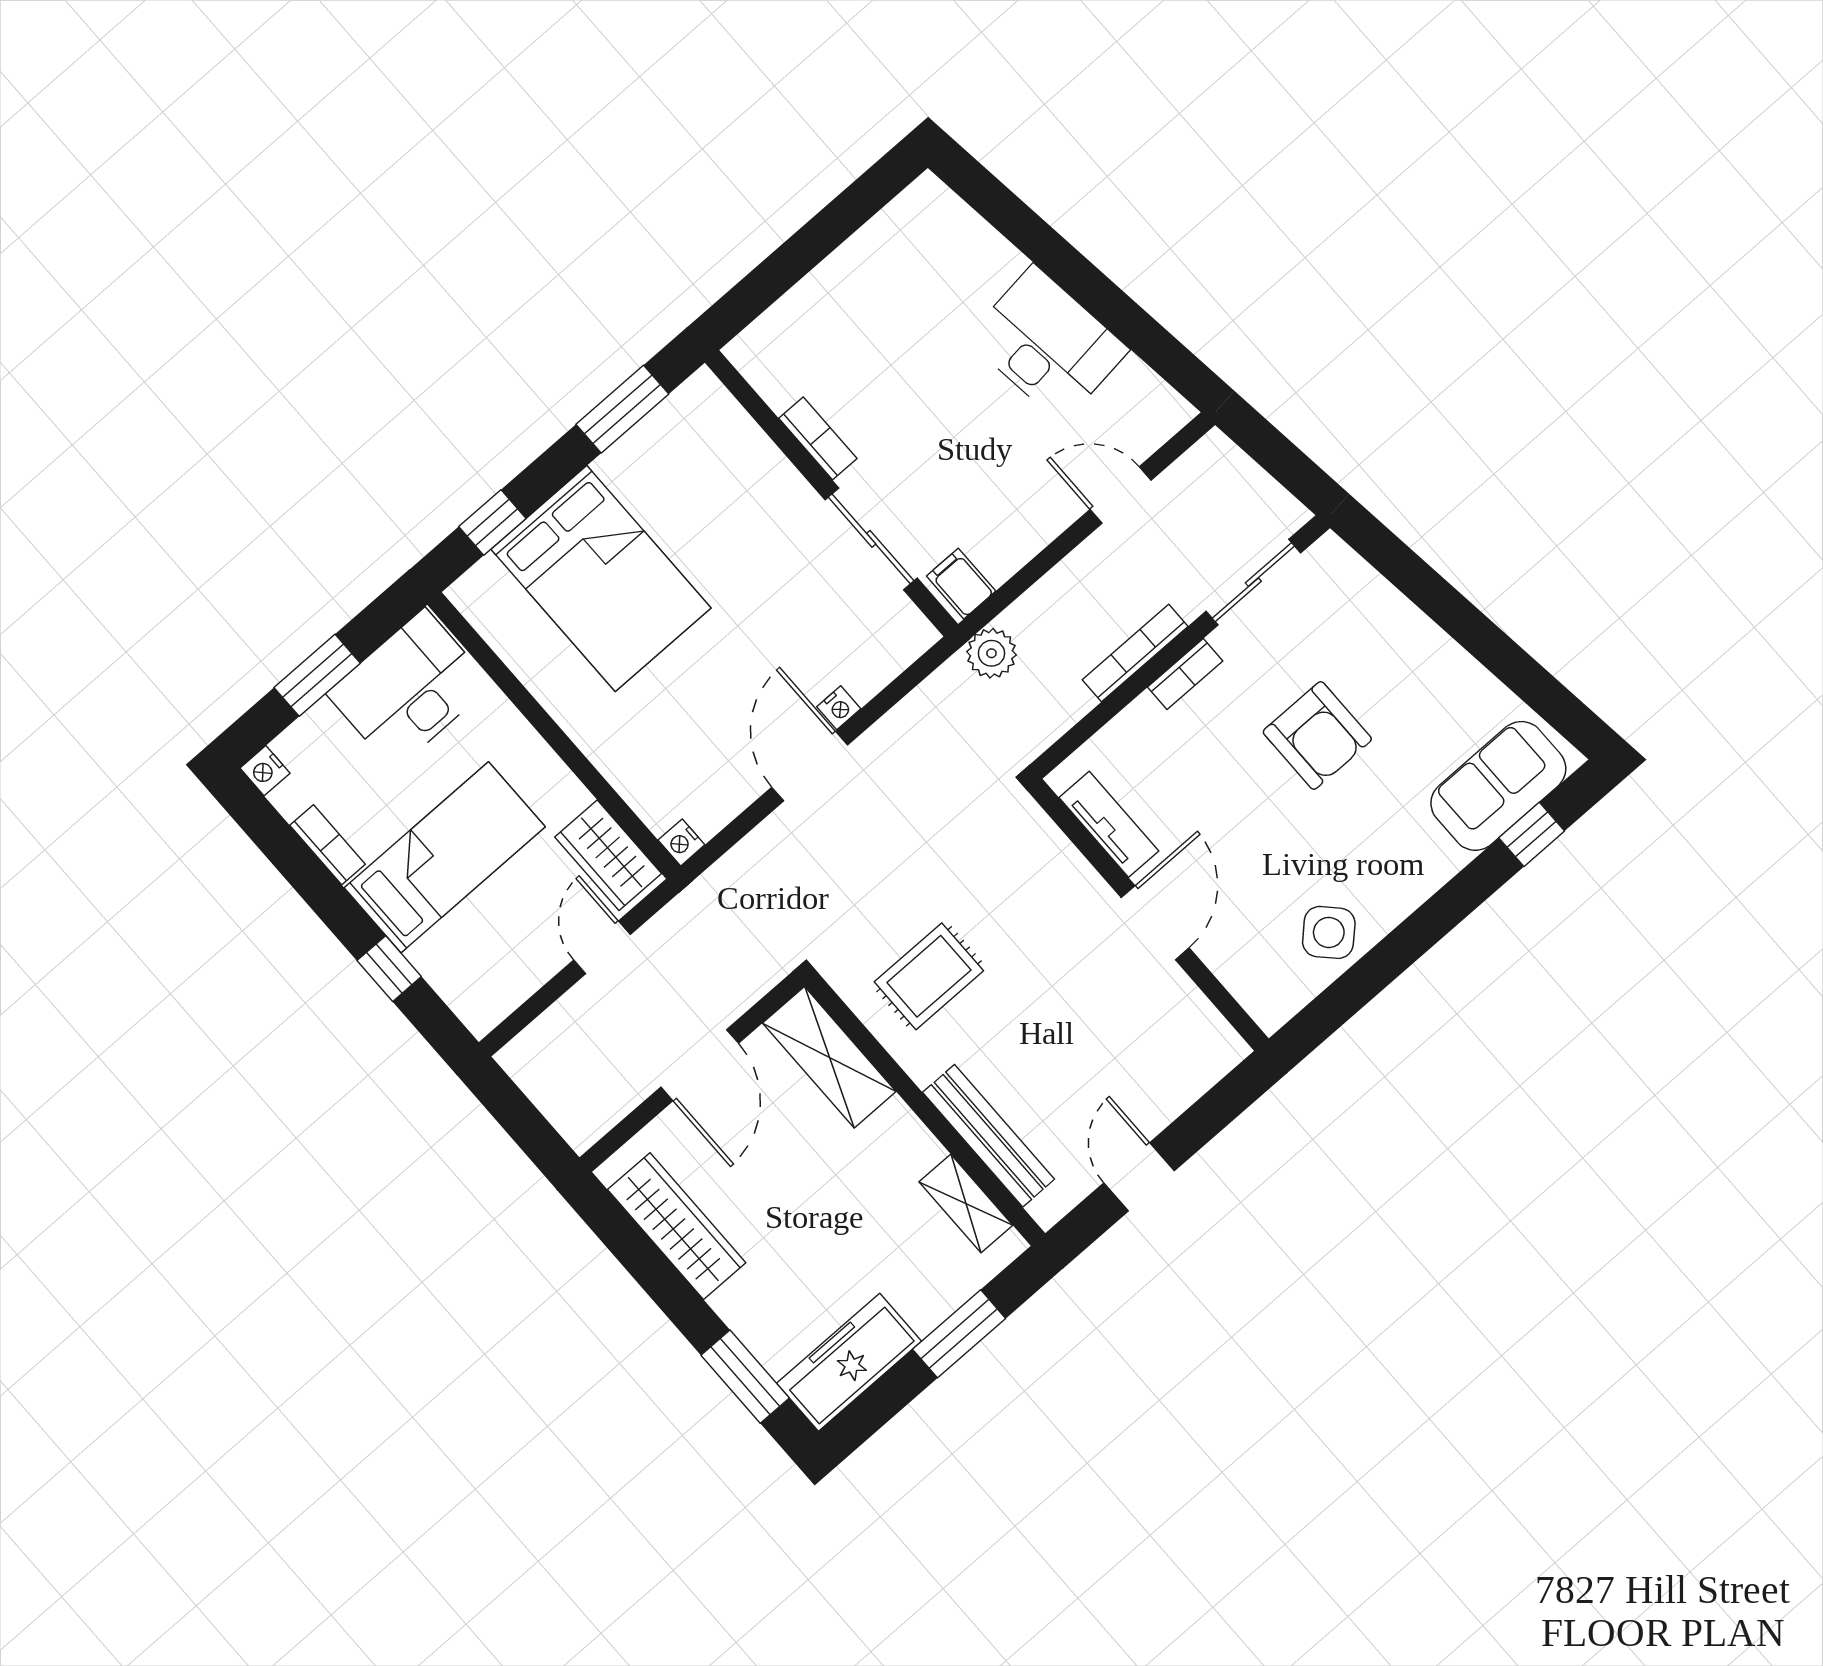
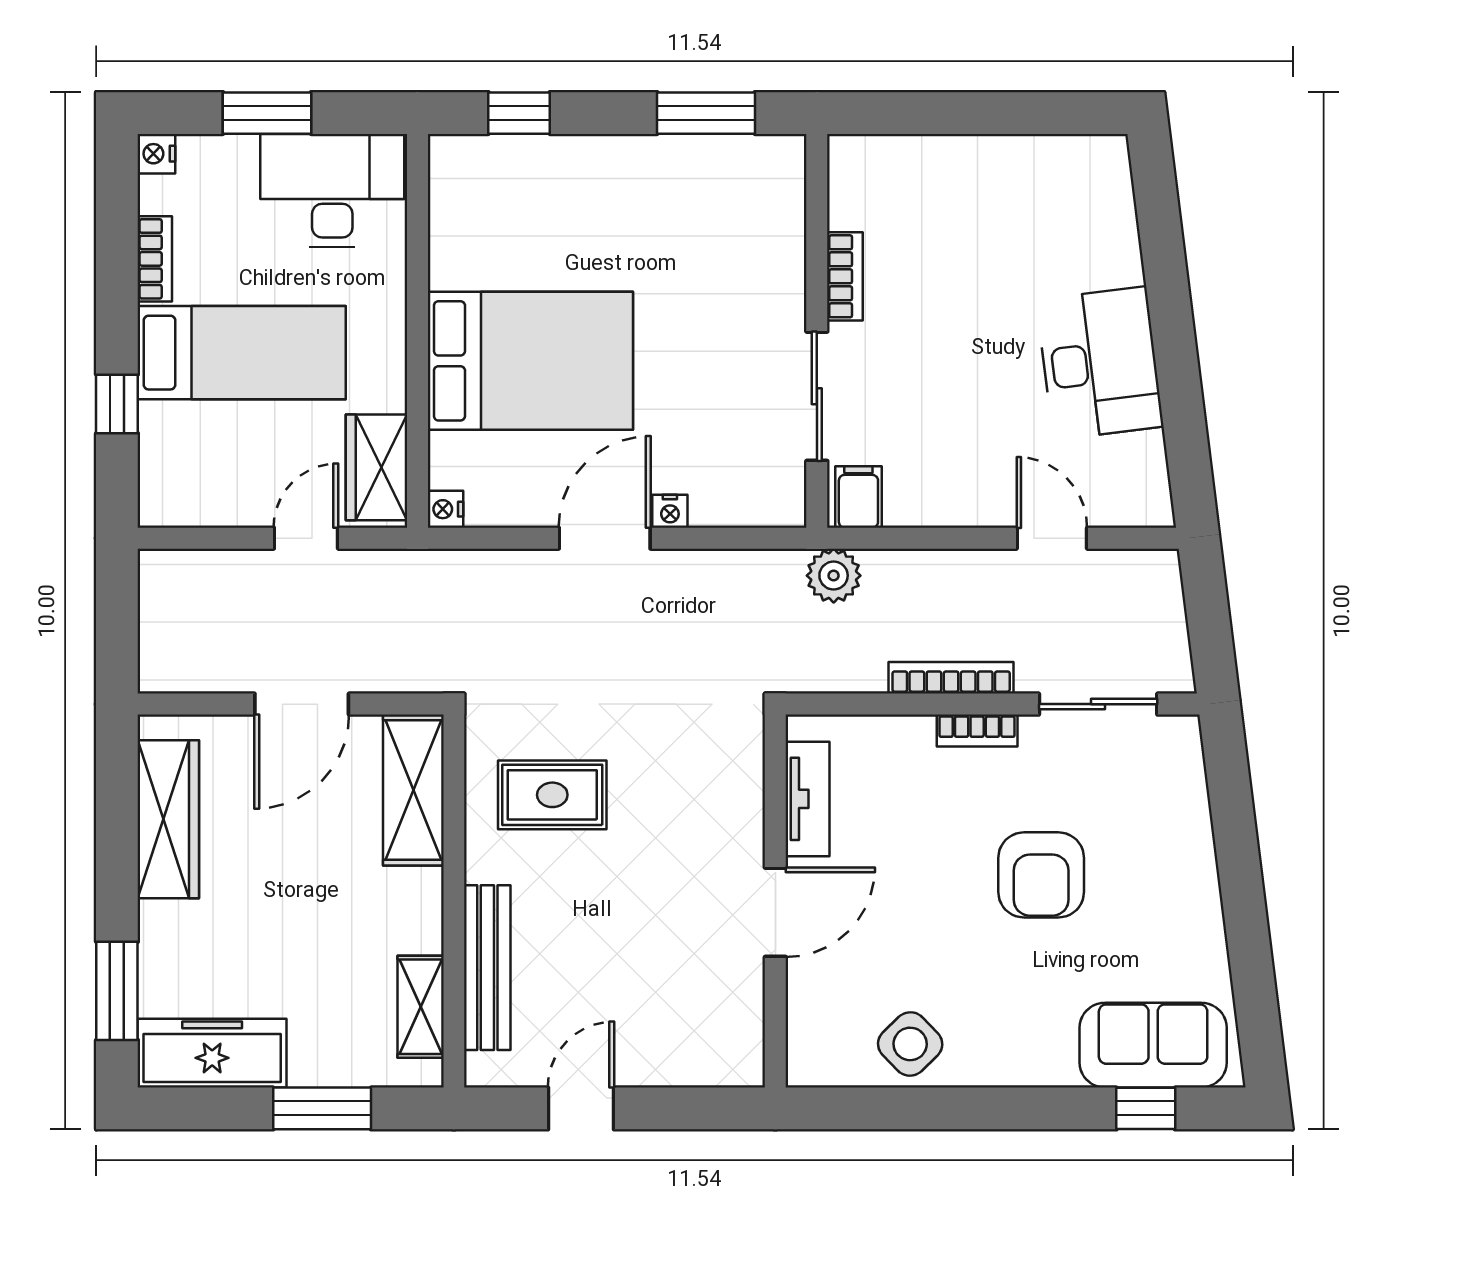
bed: (601, 579) -> (530, 361), moved, turned -90

